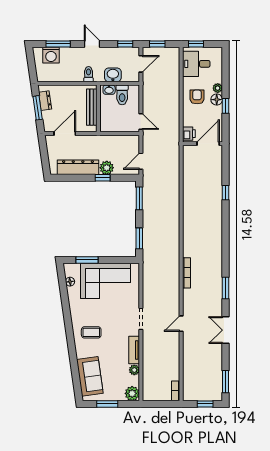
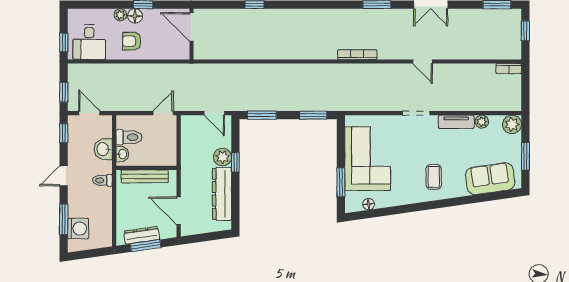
dresser: (45, 101) -> (142, 235), width x1.44
printer: (189, 134) -> (179, 52), removed

